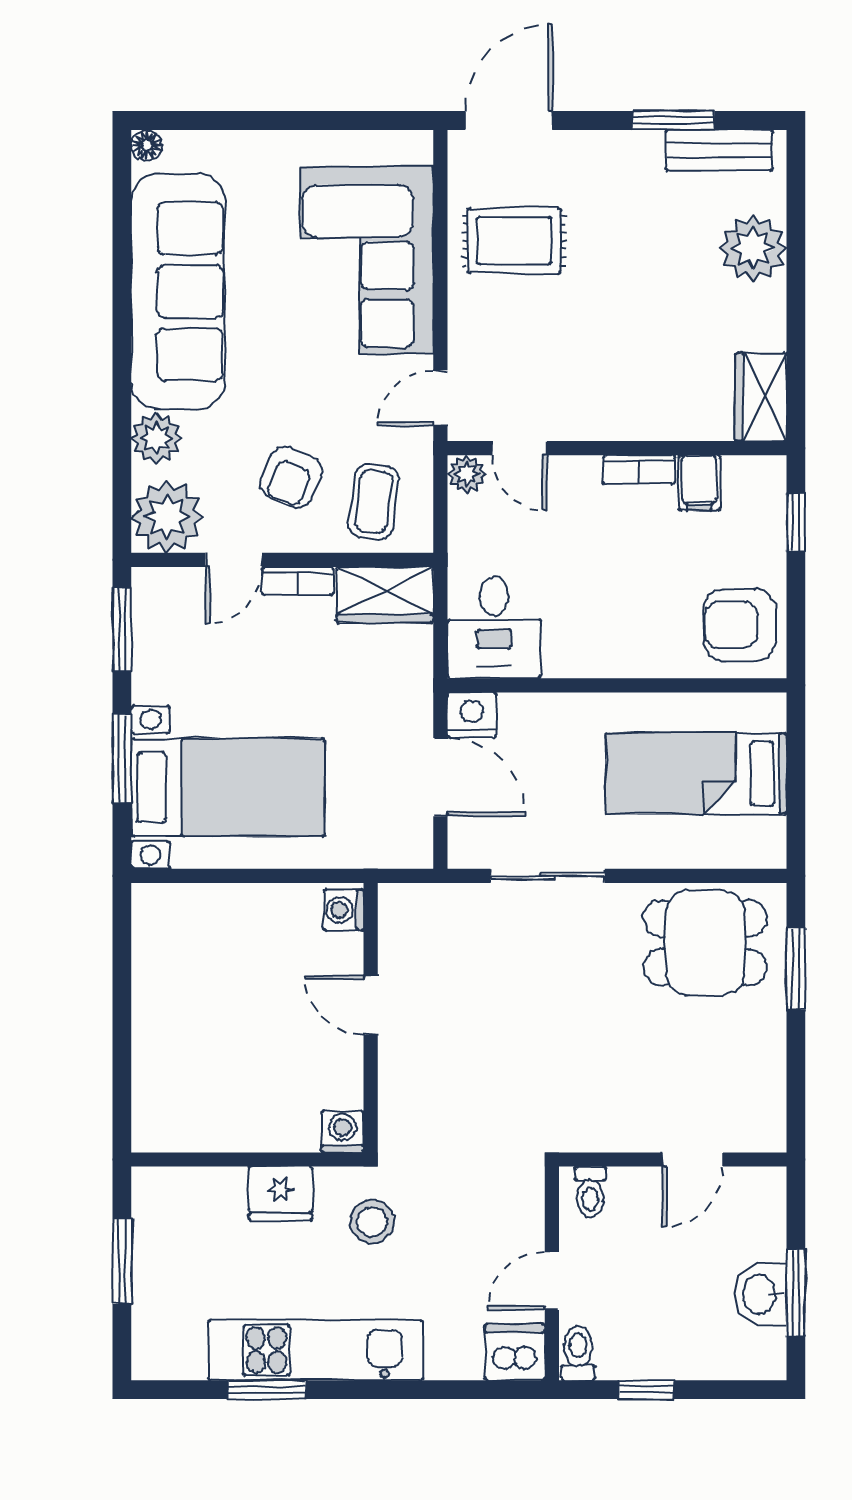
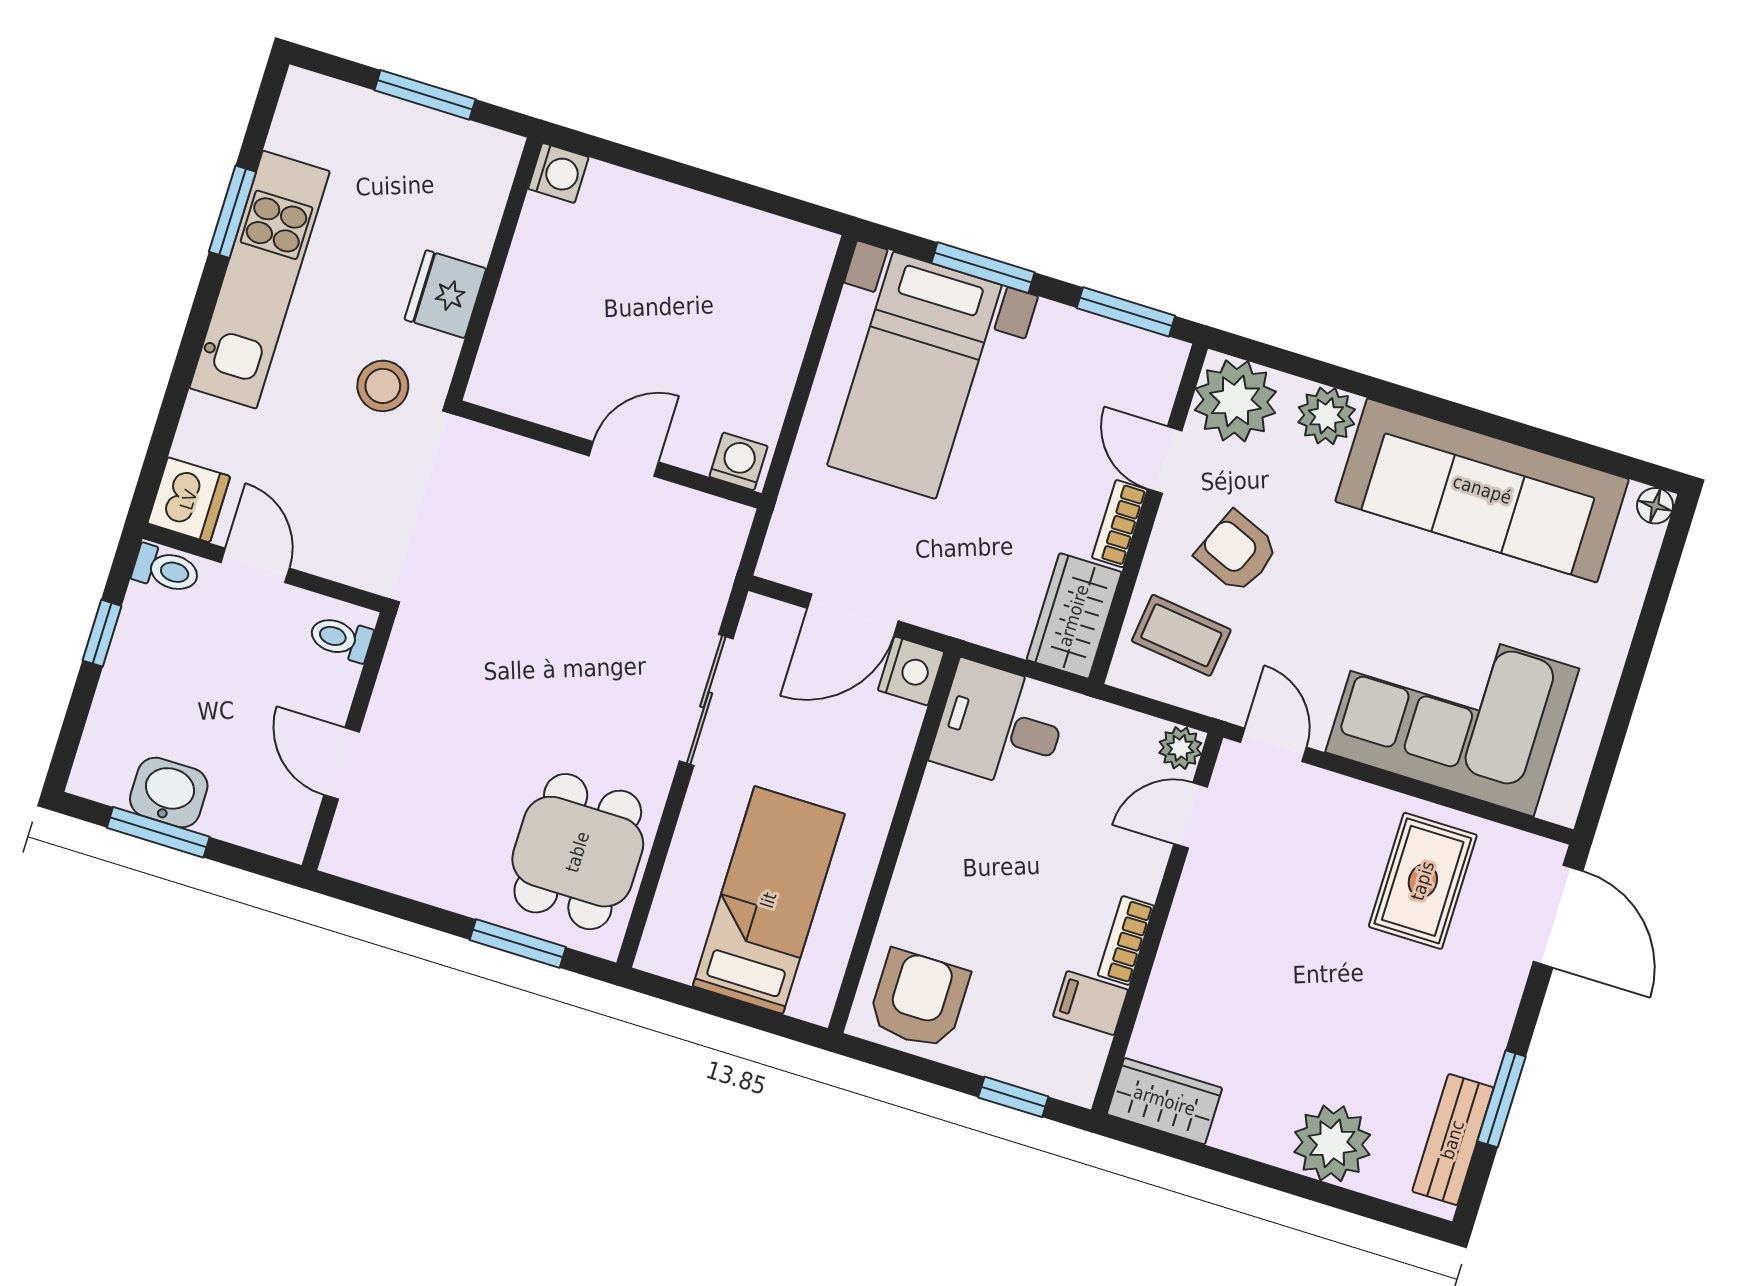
washing machine: (343, 1132) -> (558, 173), moved

